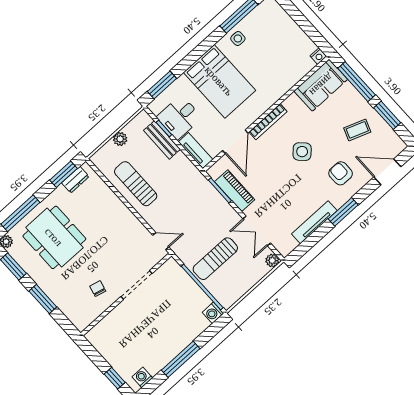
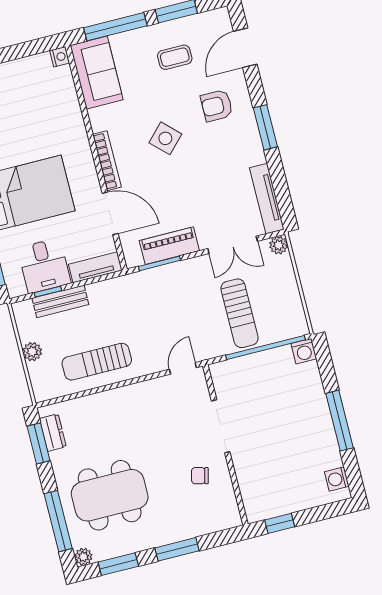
coffee table: (357, 130) -> (175, 57), turned 70
tv unit: (314, 222) -> (267, 199), moved
window: (115, 378) -> (280, 523), moved

